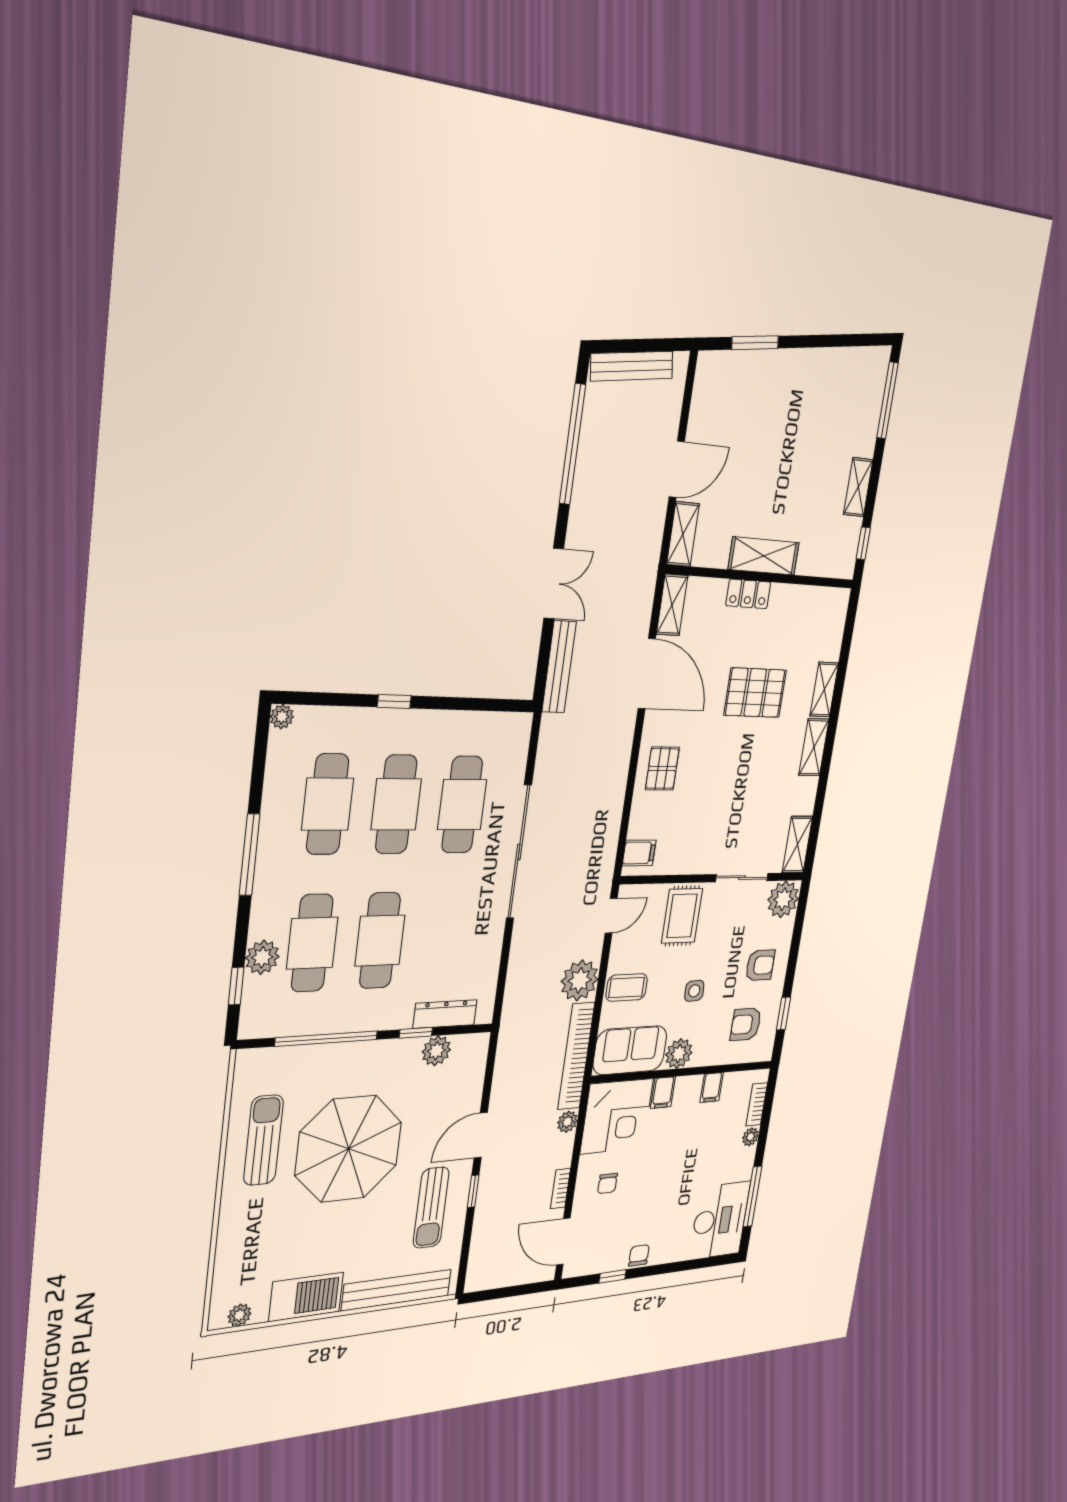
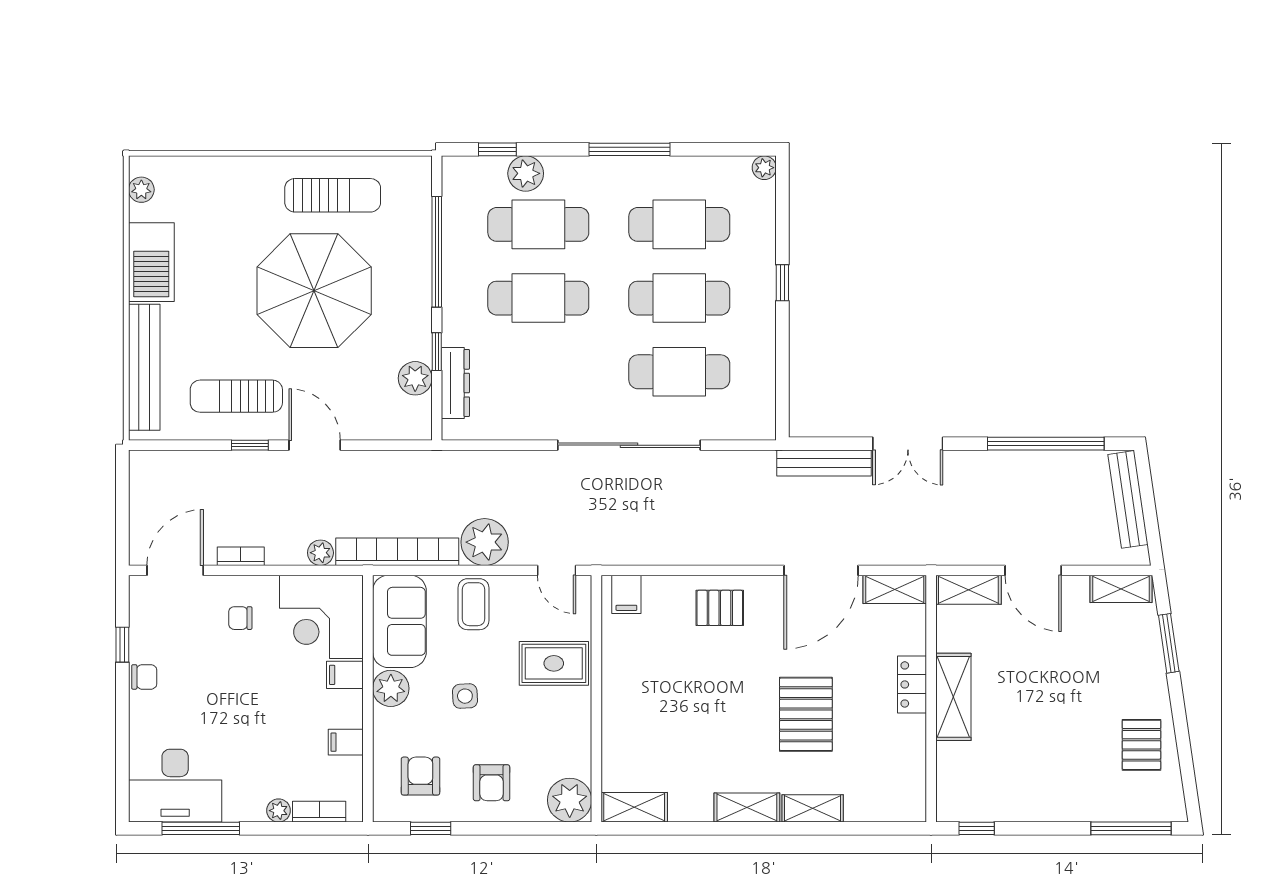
pallet: (828, 381) -> (1141, 745), added
shelving: (858, 487) -> (1121, 589), moved
sliding door: (742, 878) -> (596, 737), removed

